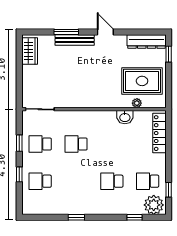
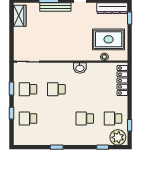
washbasin: (125, 117) -> (80, 68), moved

